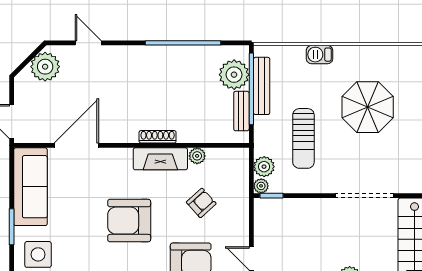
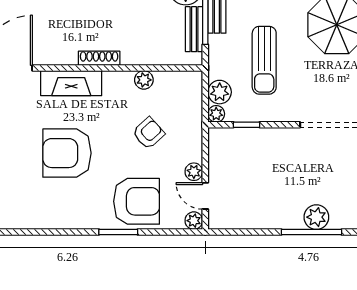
fireplace: (160, 159) -> (71, 83), moved
window: (271, 196) -> (247, 125), moved
plant: (241, 237) -> (194, 172), added

